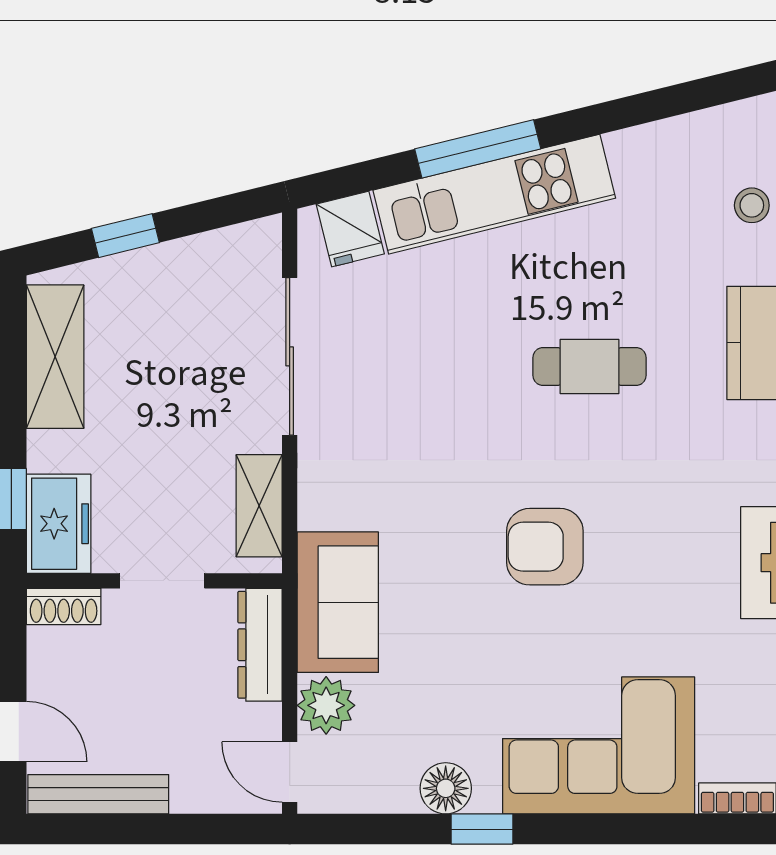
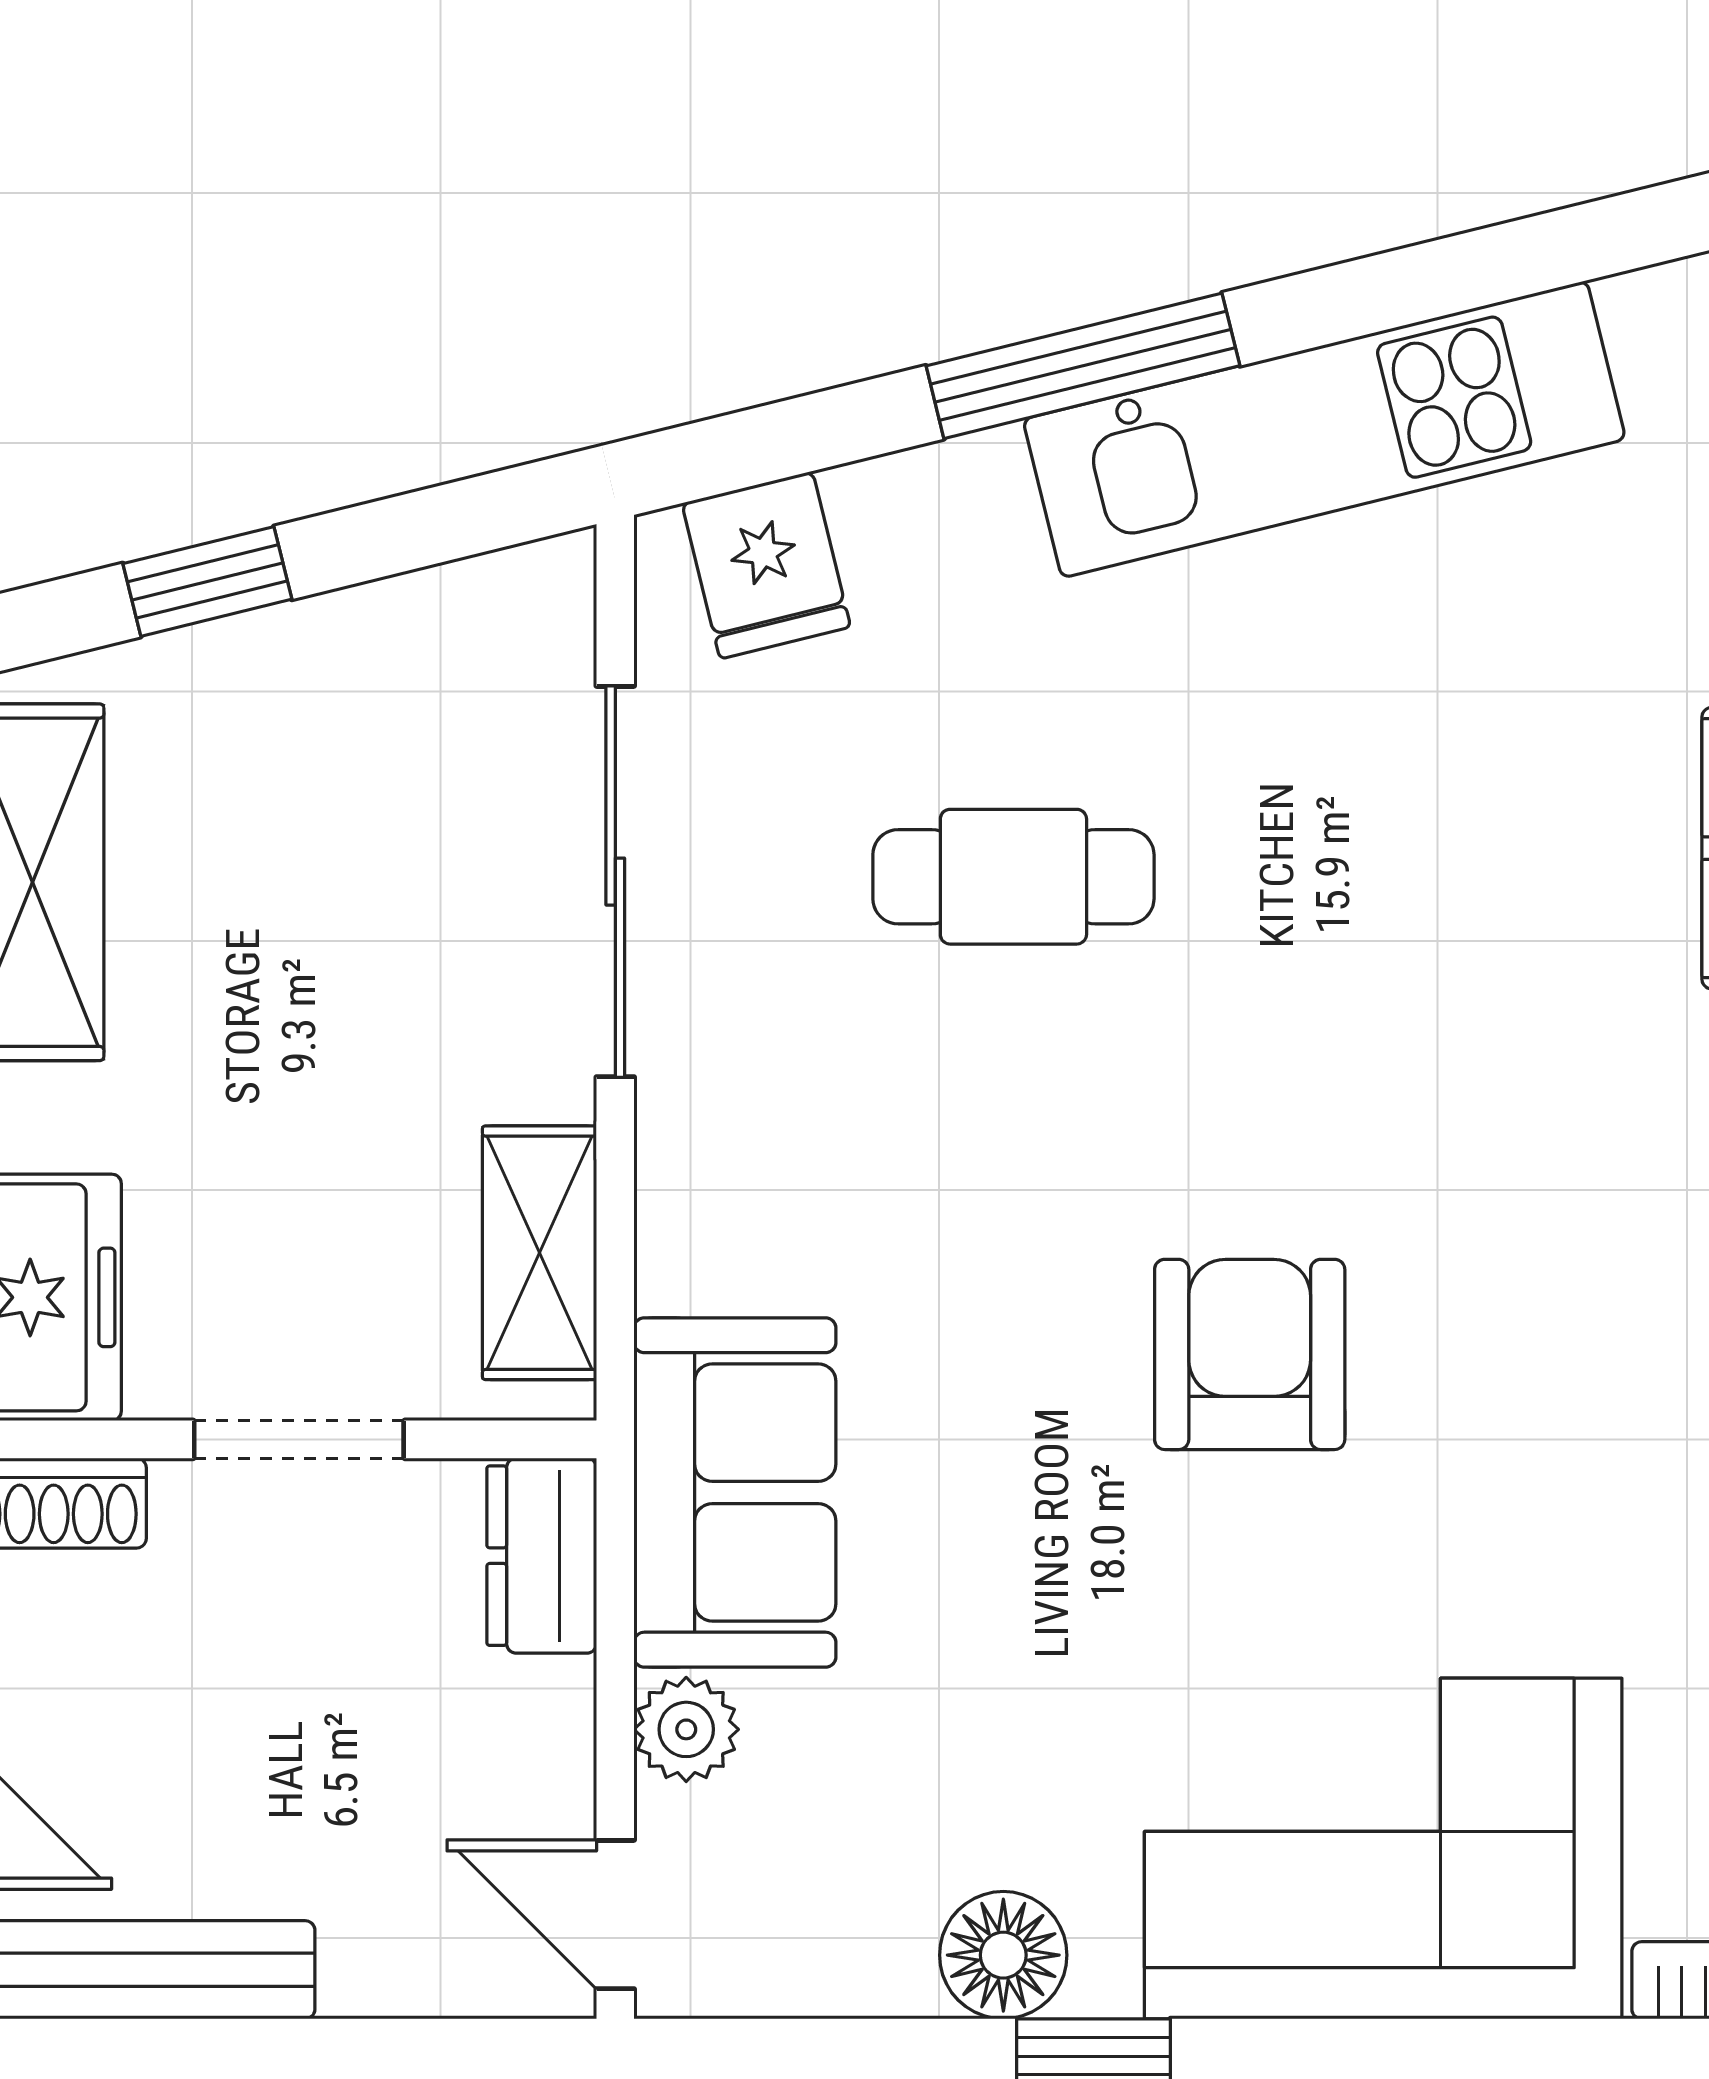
kitchen unit: (494, 194) -> (1324, 429), moved
cafe table: (590, 367) -> (1013, 877), moved
armchair: (545, 547) -> (1250, 1354), turned 90
dresser: (260, 645) -> (542, 1556), width x0.70
plant: (326, 705) -> (686, 1729), width x0.73, depth x0.73

